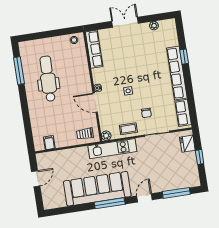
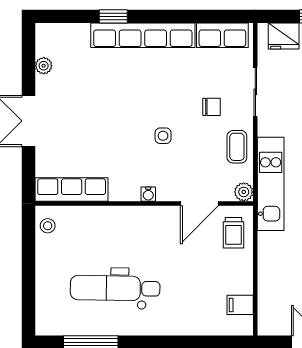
door: (95, 103) -> (199, 203), moved

